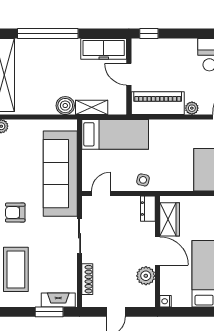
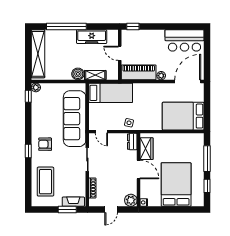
freezer: (104, 49) -> (92, 37), moved
door: (101, 193) -> (101, 132), swing flipped
plant: (146, 276) -> (131, 200), moved

